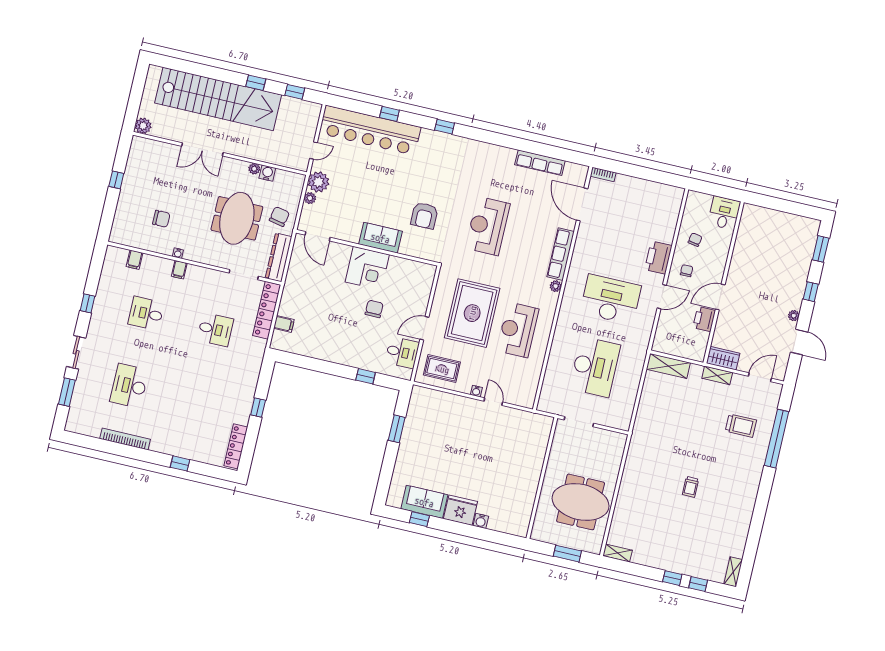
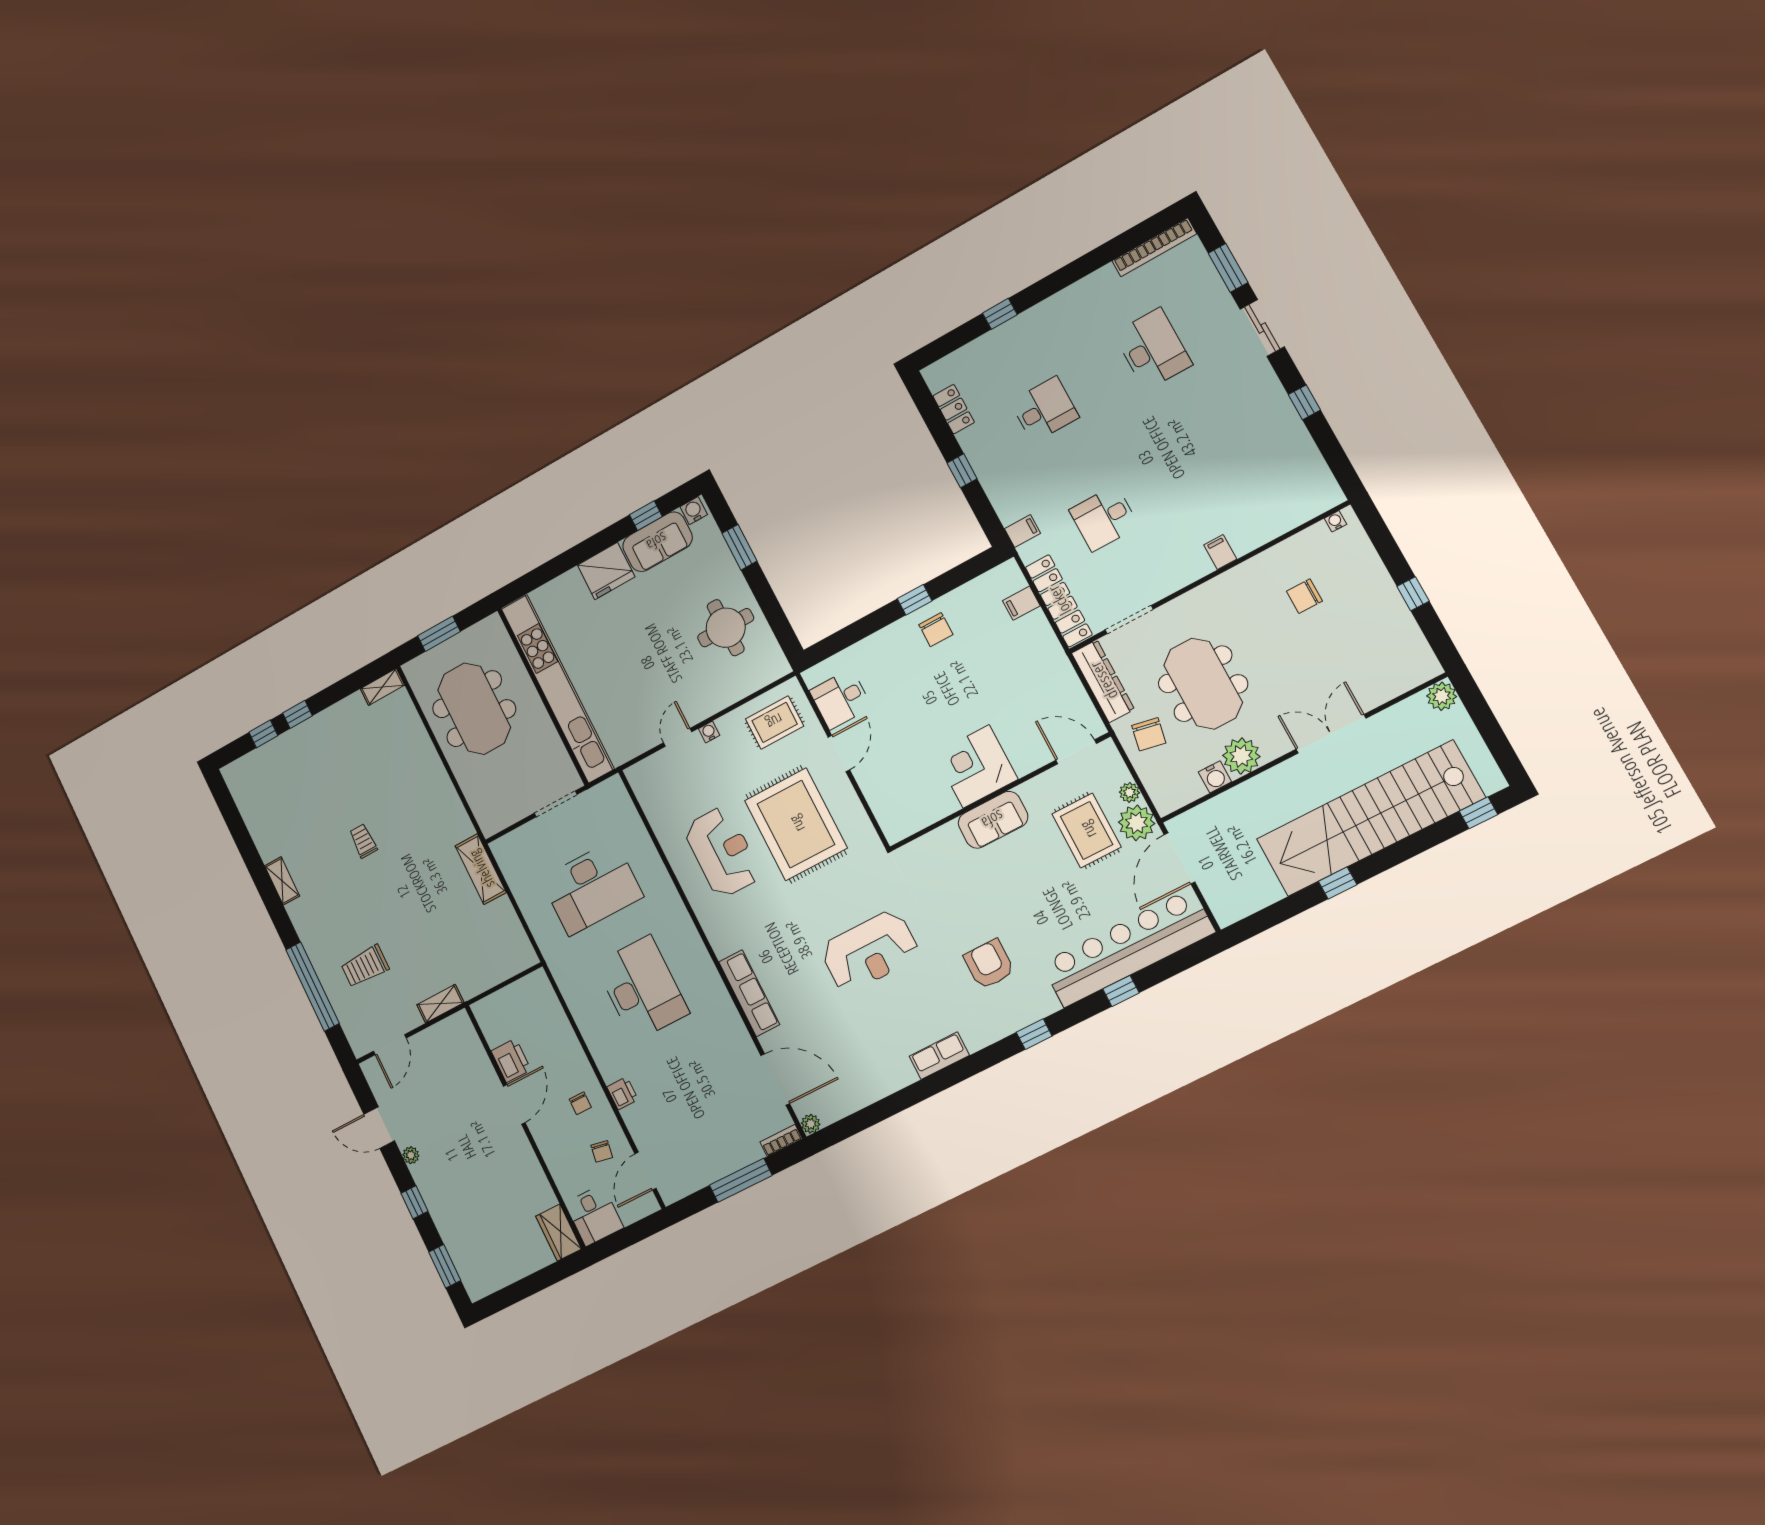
window: (295, 92) -> (1478, 813), moved
door: (313, 151) -> (1180, 858), width x1.87
row of seats: (540, 163) -> (939, 1056), moved, width x0.68
plant: (254, 169) -> (1241, 756), width x1.87, depth x1.87
window: (638, 172) -> (741, 1180), added
rug: (343, 197) -> (1087, 830), added
armchair: (424, 216) -> (989, 964), moved
reception desk: (488, 226) -> (870, 951), turned 90
water cooler: (178, 253) -> (1335, 521), moved
printer: (658, 258) -> (622, 1093), width x0.53, depth x0.68
filing cabinet: (135, 260) -> (1022, 531), moved, turned 90
plant: (556, 286) -> (811, 1124), moved
door: (662, 297) -> (645, 1171), moved
desk: (611, 299) -> (642, 988), turned -90
chair: (374, 309) -> (936, 630), moved
desk: (146, 313) -> (1044, 410), moved
wardrobe: (723, 358) -> (559, 1233), moved, turned 90
shelving: (668, 366) -> (481, 869), moved, turned 90
desk: (595, 367) -> (592, 888), turned -90
window: (366, 376) -> (915, 600), moved
door: (493, 402) -> (678, 737), swing flipped
window: (397, 429) -> (740, 547), moved
round table: (427, 433) -> (726, 628), added
bookcase: (125, 439) -> (1154, 247), moved
locker: (236, 446) -> (954, 409), width x0.66
kitchen unit: (531, 475) -> (558, 689), added
meeting table: (581, 502) -> (474, 709), turned 90
water cooler: (481, 521) -> (694, 511), moved
shelving: (733, 572) -> (282, 881), moved

